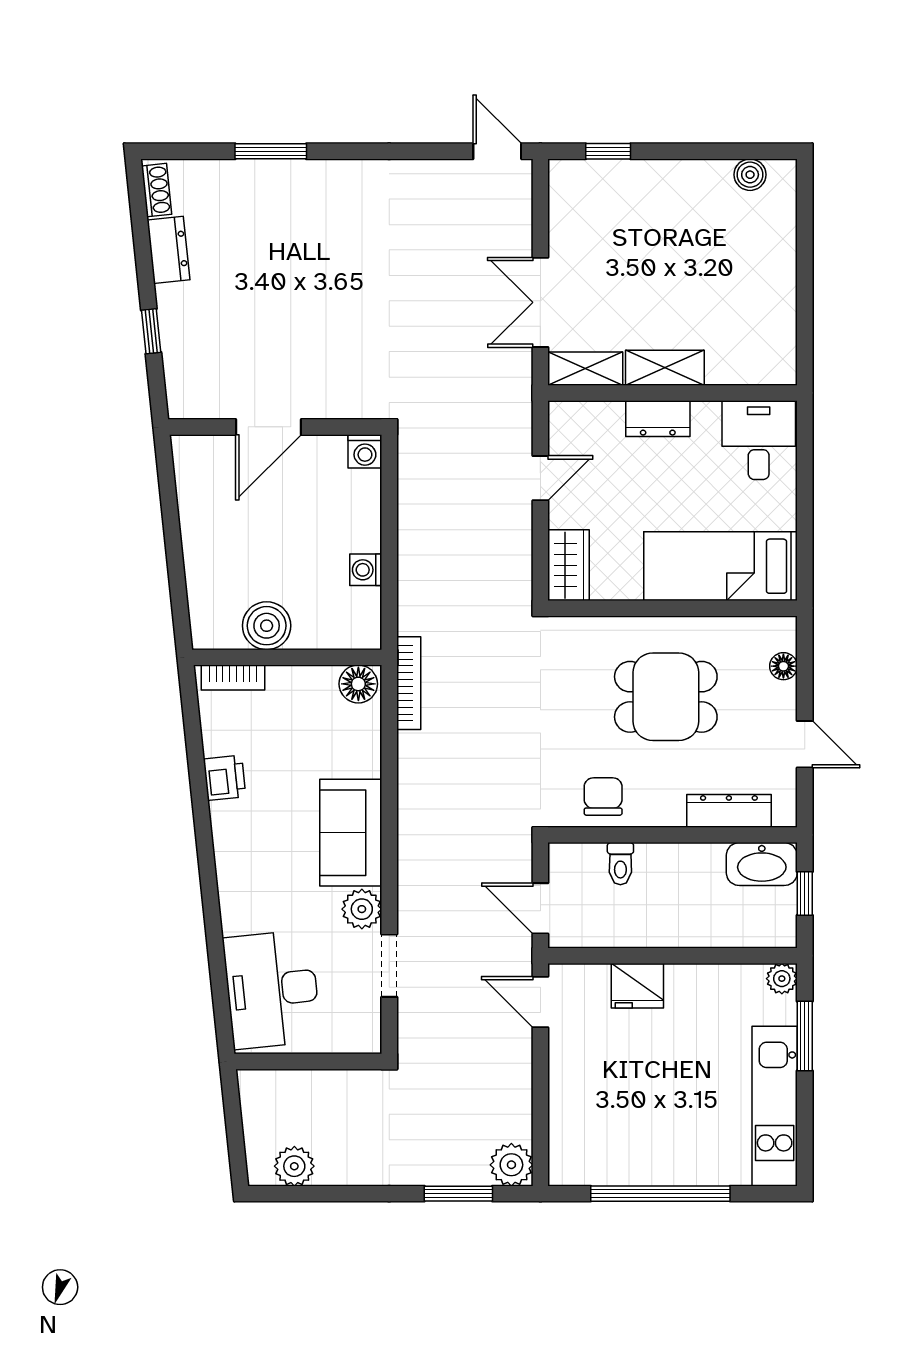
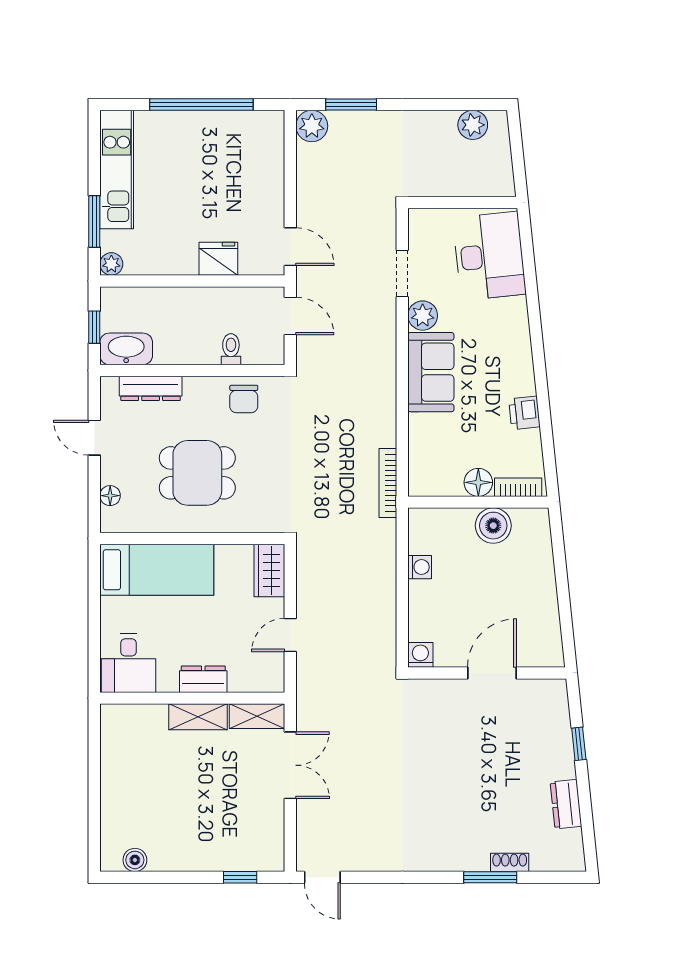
shoe rack: (157, 190) -> (510, 862), moved, turned 96
floor lamp: (358, 684) -> (478, 482), moved

